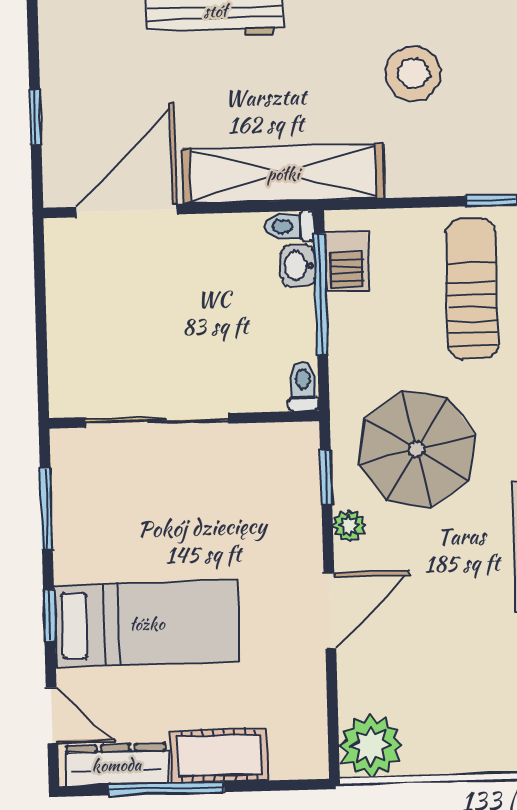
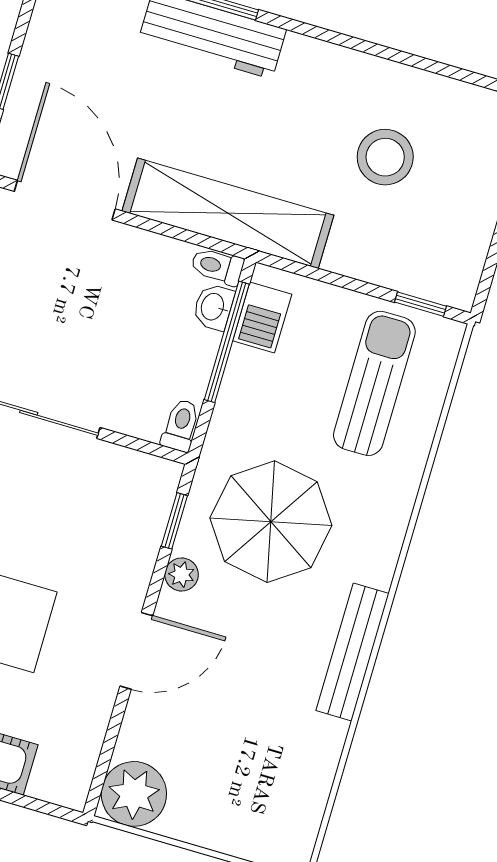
door: (127, 211) -> (65, 200), hinge flipped

